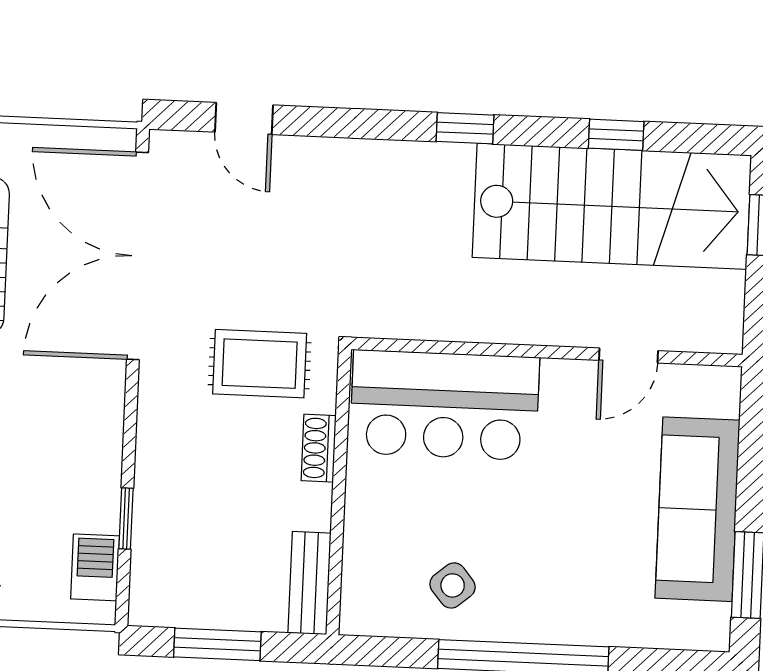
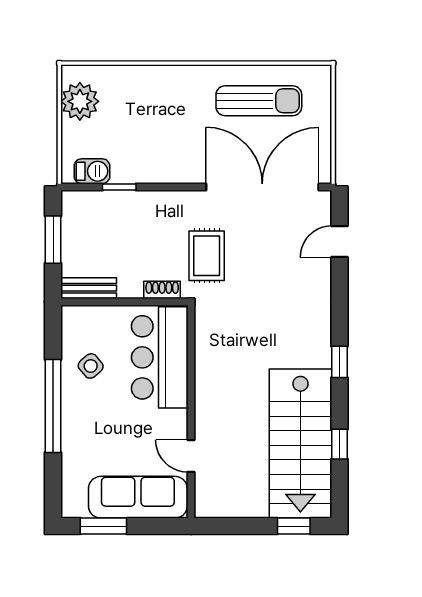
wall: (547, 352) -> (191, 412), moved
door: (628, 356) -> (191, 456), moved
bar counter: (445, 405) -> (160, 357), moved

